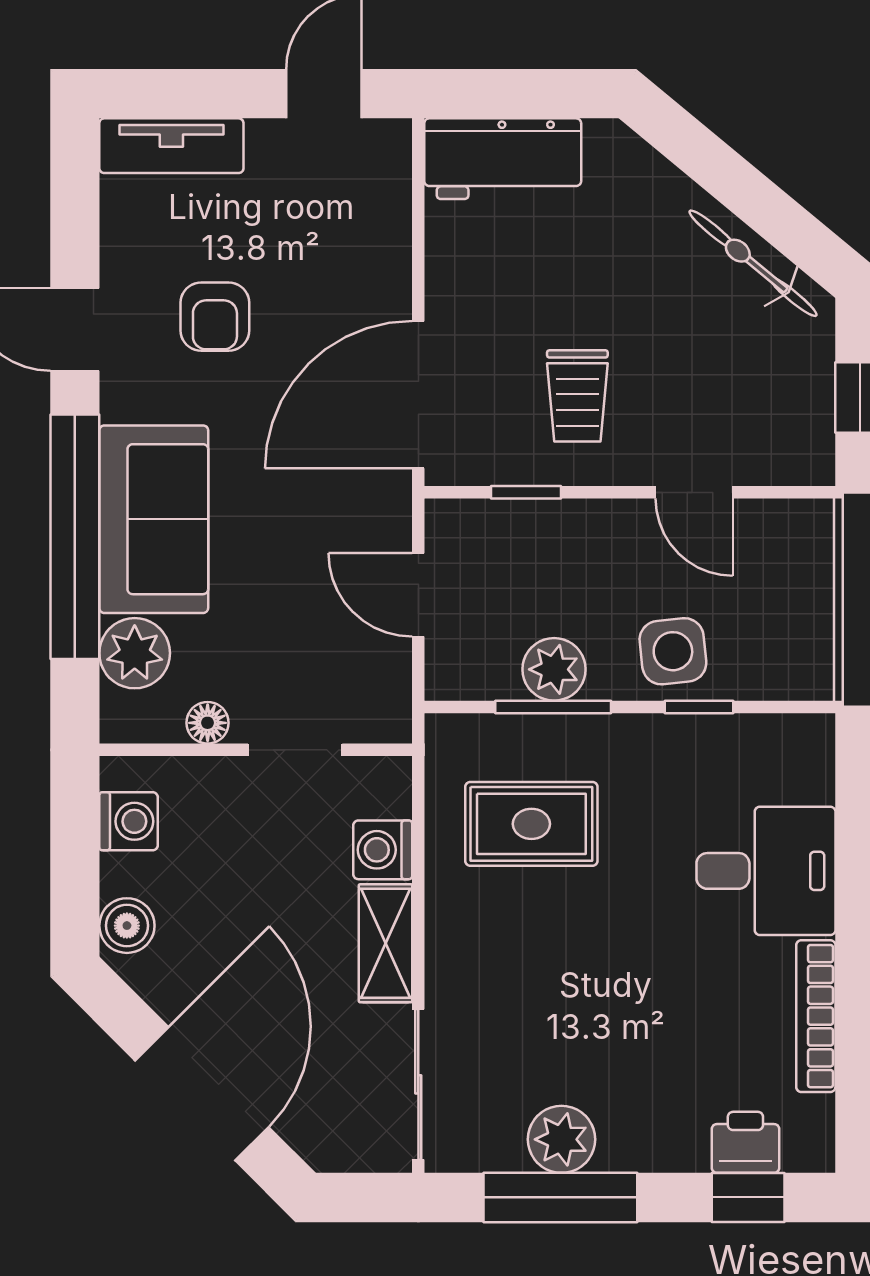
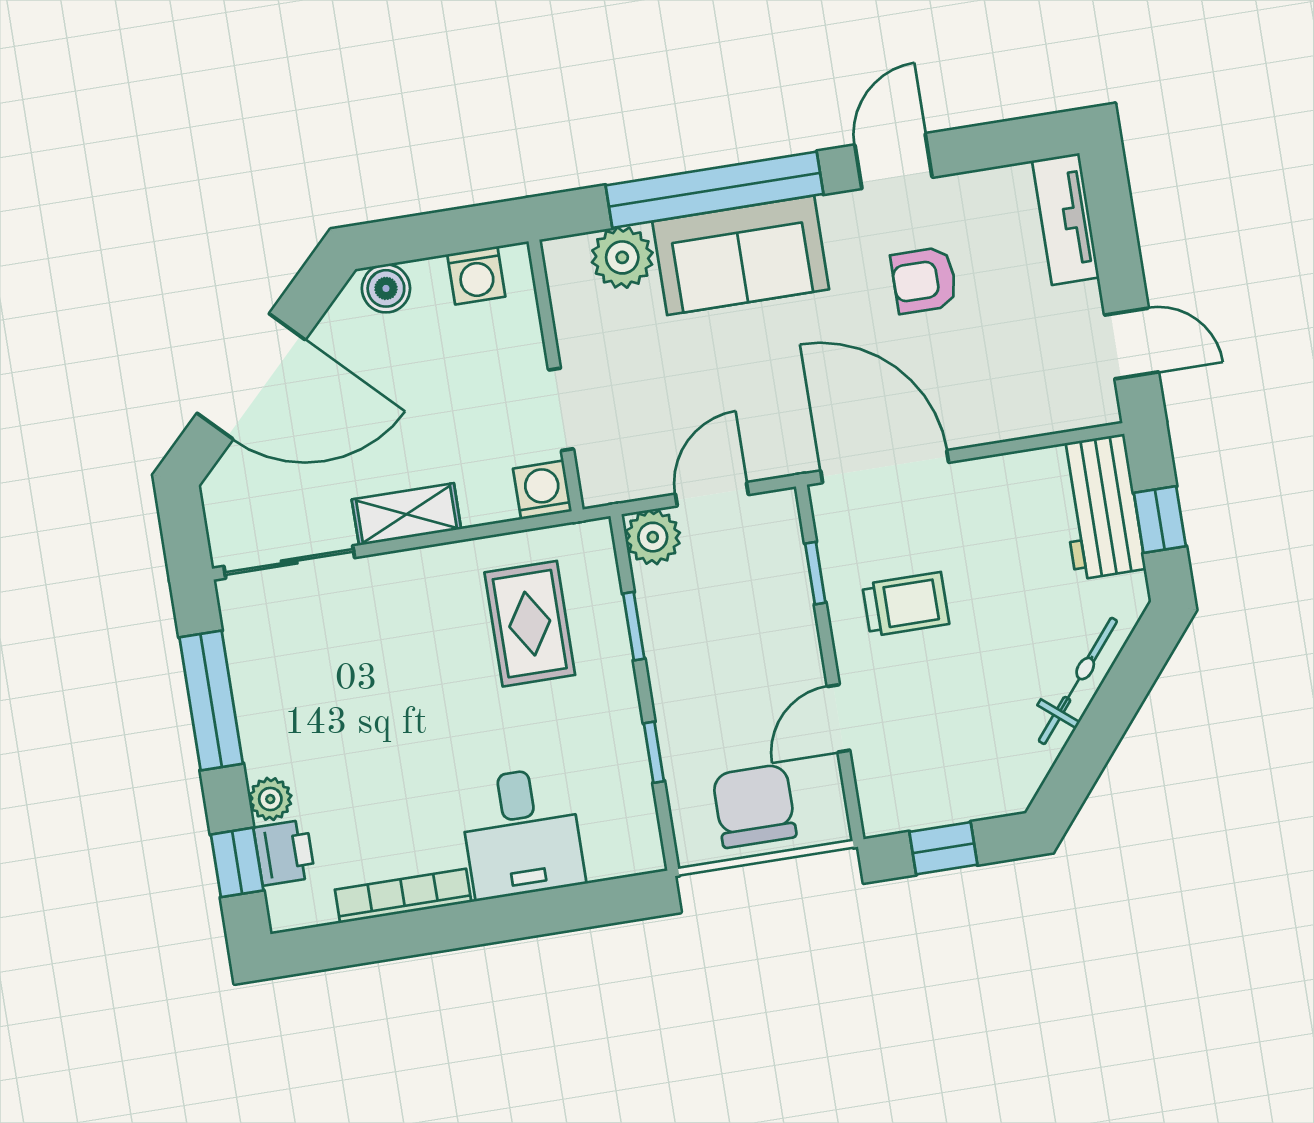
window: (528, 94) -> (1160, 520), added
bicycle: (753, 263) -> (1078, 681), moved
trolley: (577, 396) -> (906, 604), turned 180
chair: (778, 603) -> (754, 806), added
side table: (673, 651) -> (698, 722), removed
plant: (554, 669) -> (653, 537), moved
window: (553, 707) -> (634, 626), width x0.67
floor lamp: (208, 723) -> (572, 330), removed
washing machine: (383, 850) -> (542, 490), moved
plant: (561, 1139) -> (270, 799), moved, width x0.73, depth x0.73

